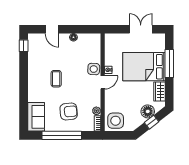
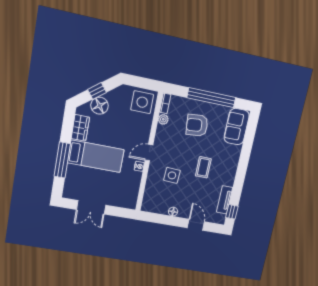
tv unit: (32, 55) -> (225, 200), added
bed: (144, 67) -> (96, 156), width x0.67
side table: (94, 69) -> (172, 175), moved

